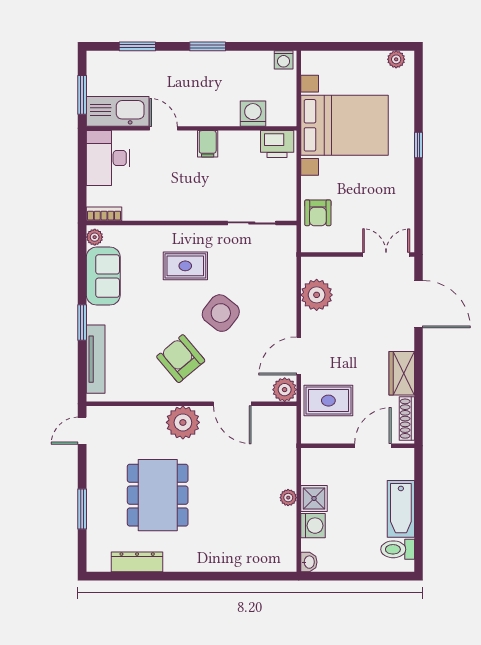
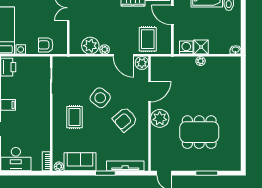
armchair: (318, 213) -> (46, 45), turned 180
plant: (310, 321) -> (105, 49), added
washing machine: (313, 526) -> (186, 48), moved
dresser: (137, 562) -> (236, 143), removed

